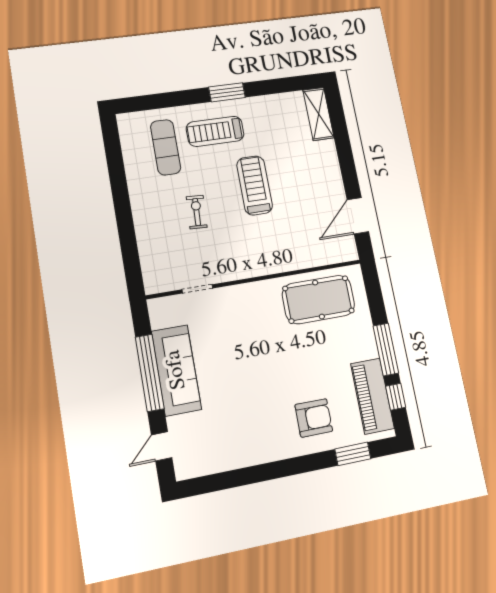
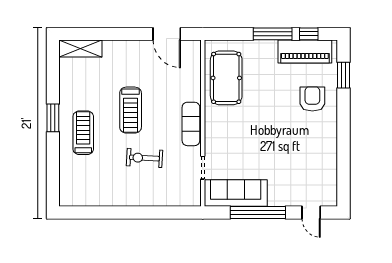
treadmill: (215, 131) -> (83, 133), turned 180
exercise mat: (166, 147) -> (191, 124), moved, turned 90
treadmill: (255, 185) -> (131, 110), turned -90
exercise bike: (197, 212) -> (144, 158), width x1.38, depth x1.39
sofa: (176, 370) -> (236, 193), moved

